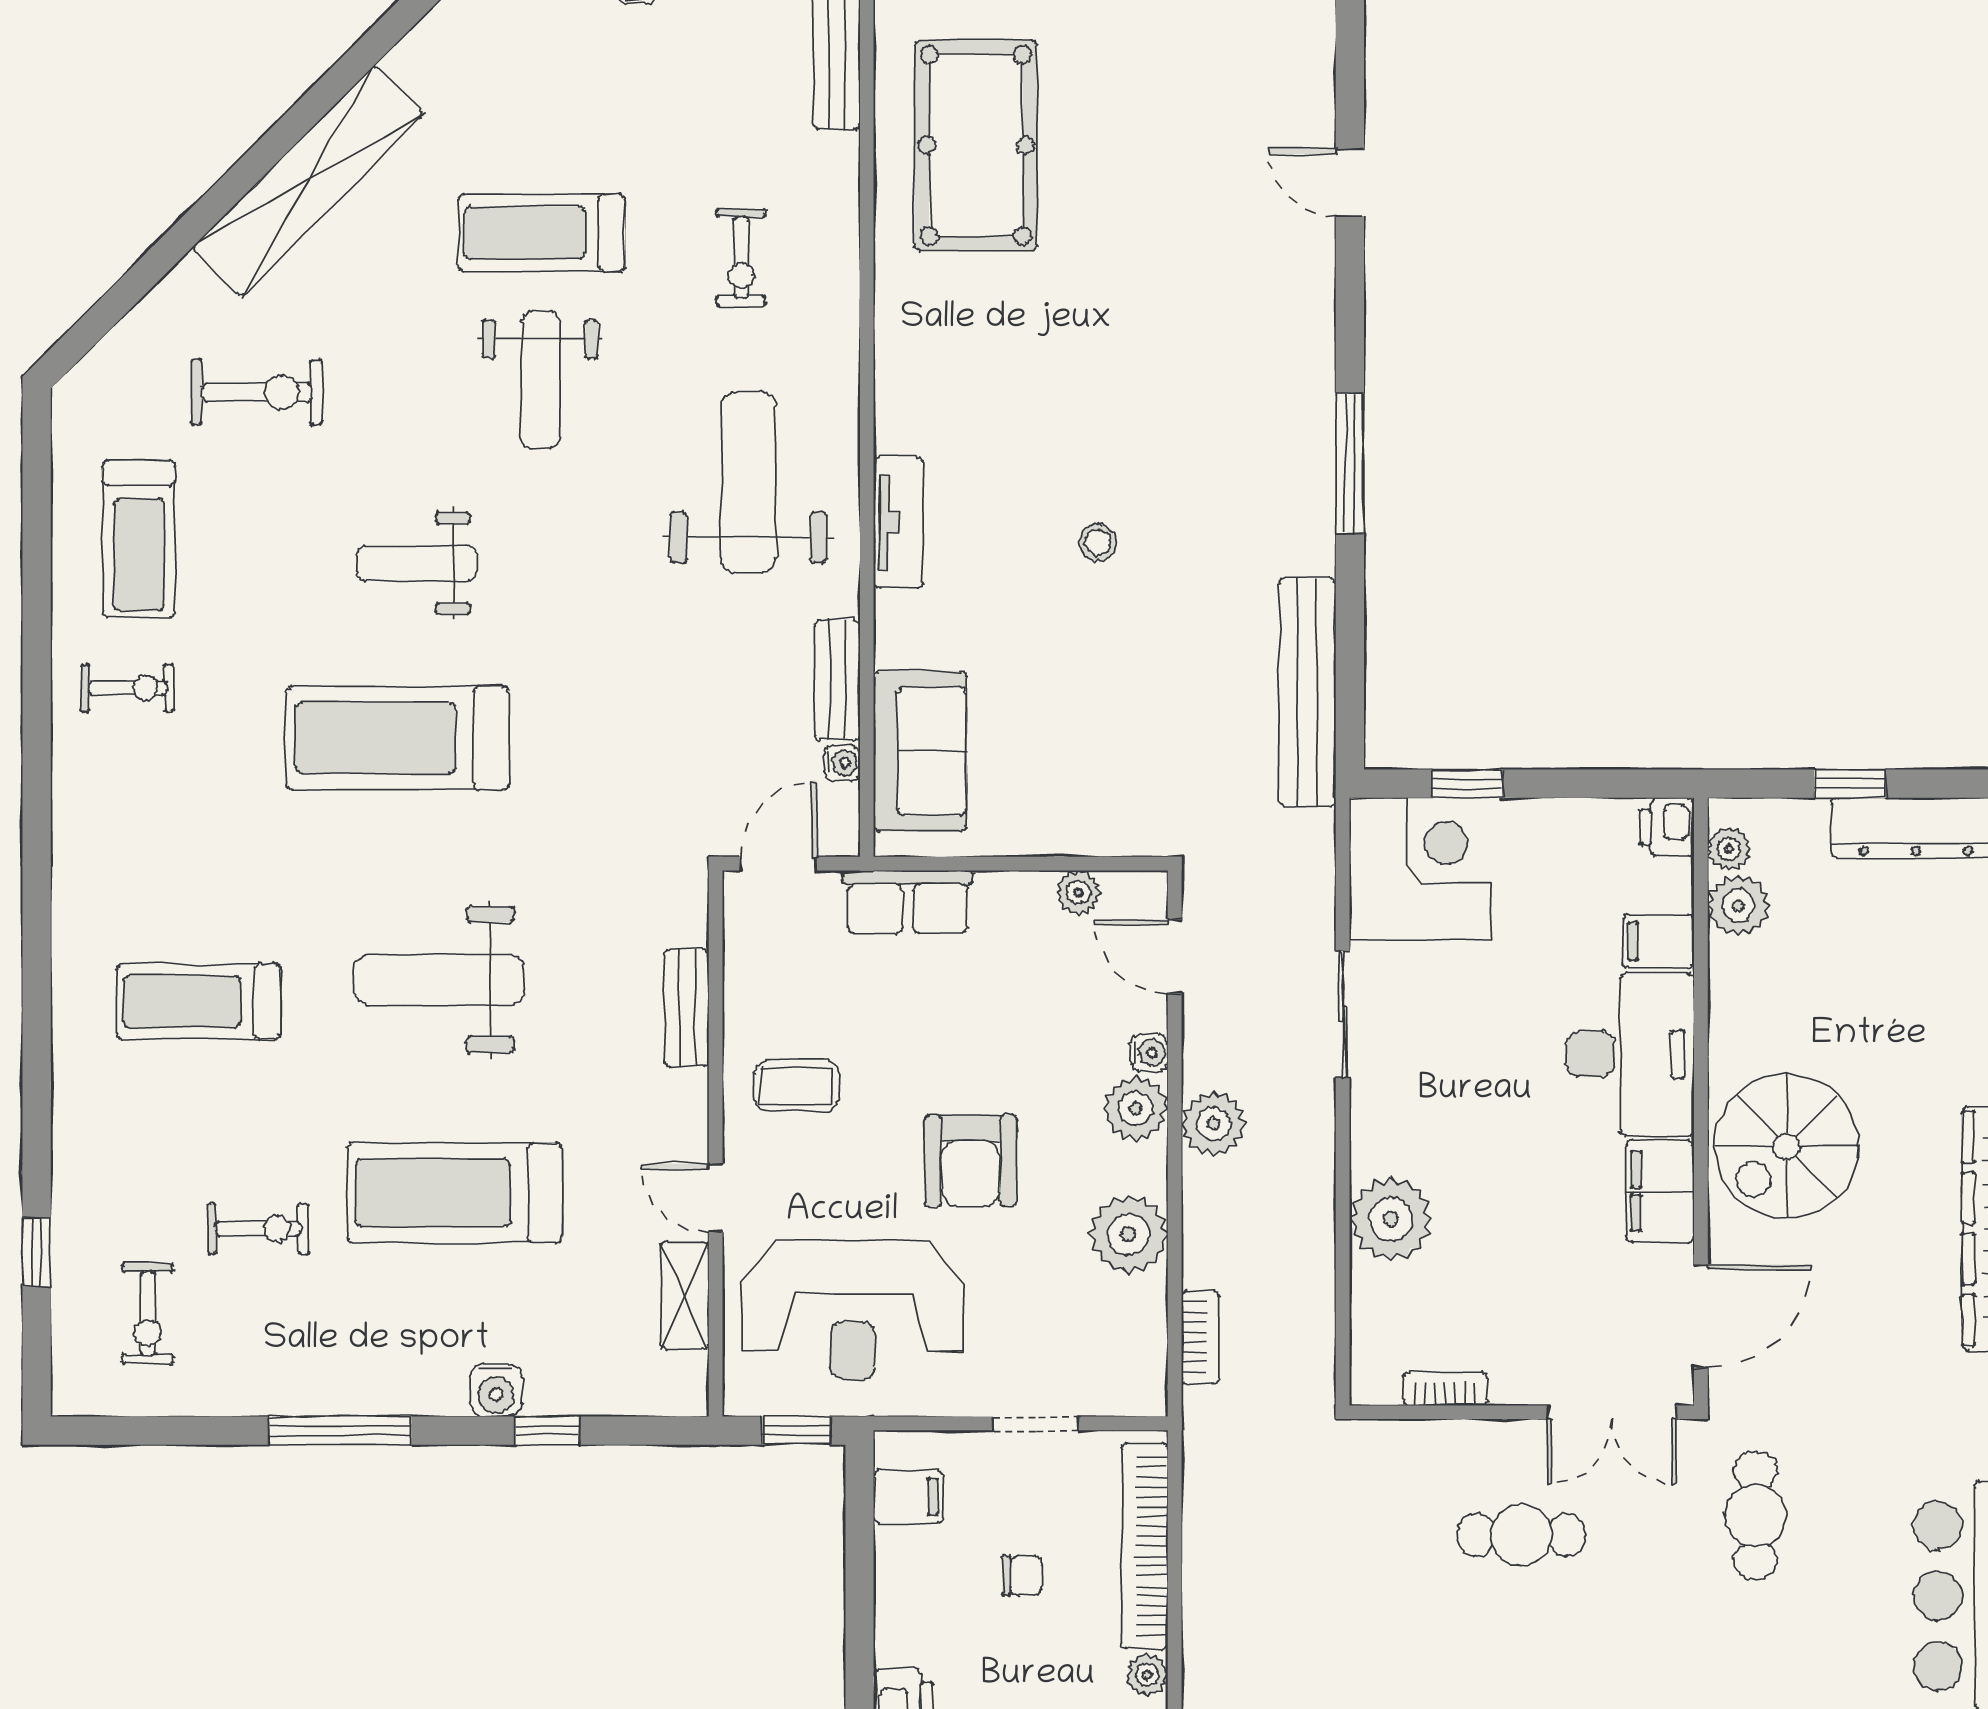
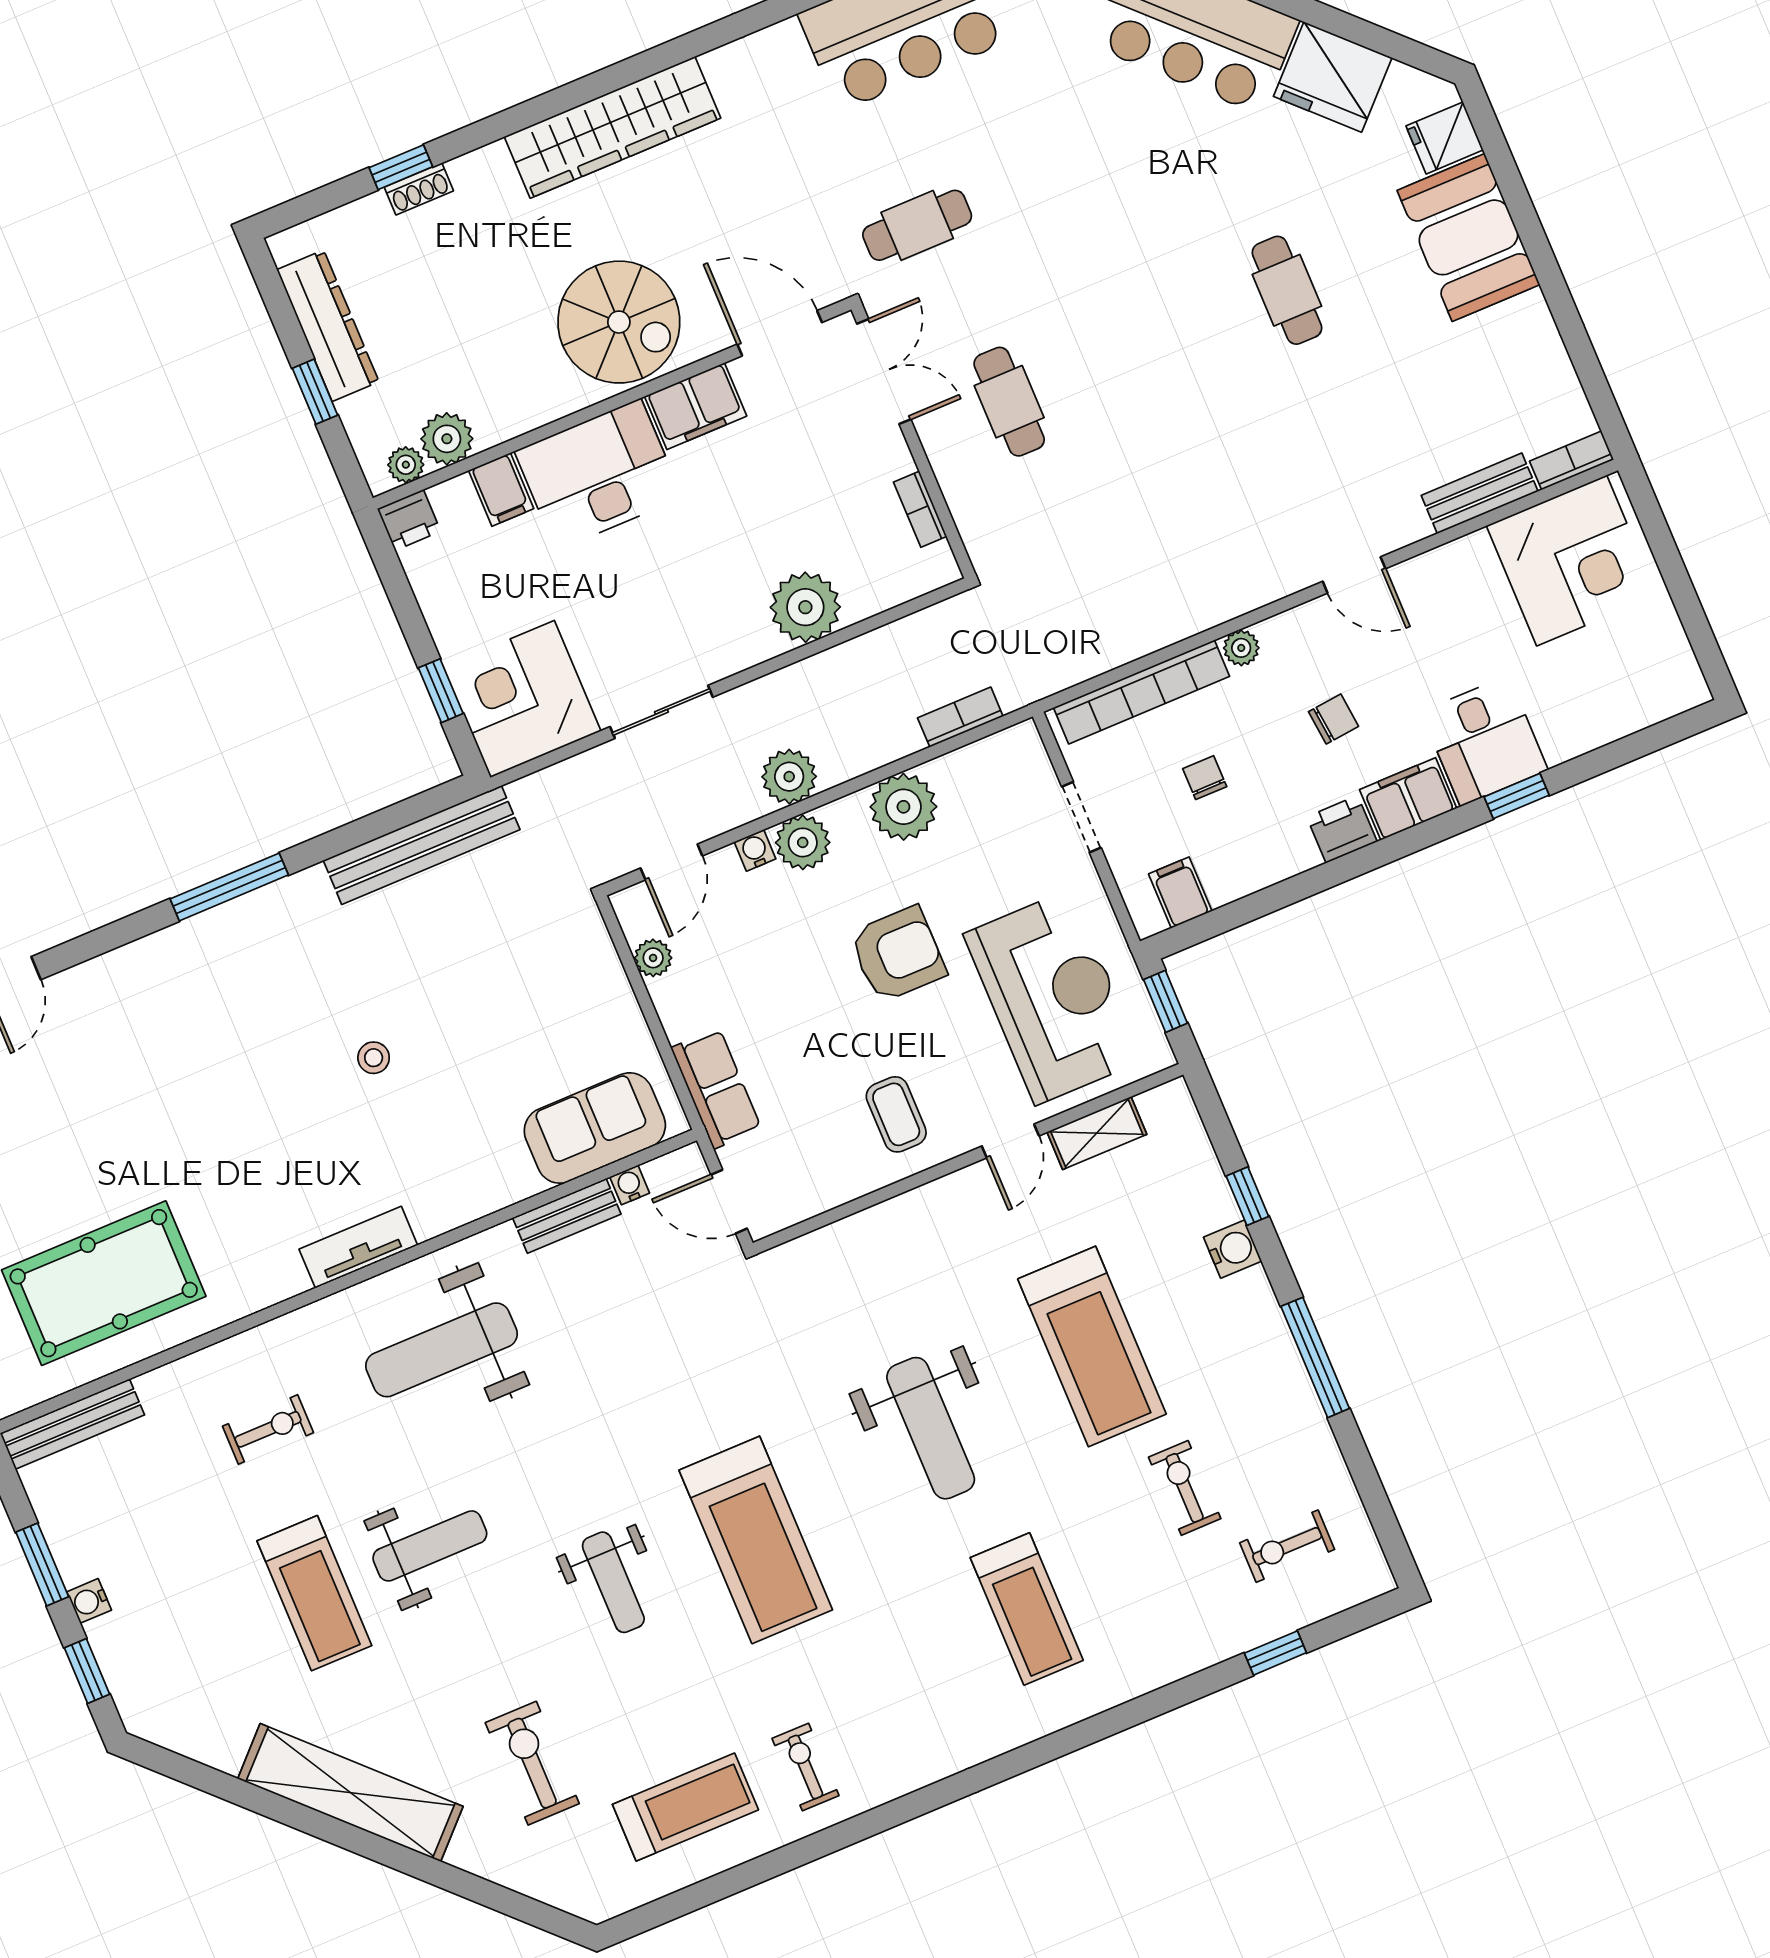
tv unit: (899, 522) -> (358, 1247), moved
bench: (687, 1008) -> (872, 1226), removed
exercise bike: (148, 1314) -> (1287, 1546), turned 180

